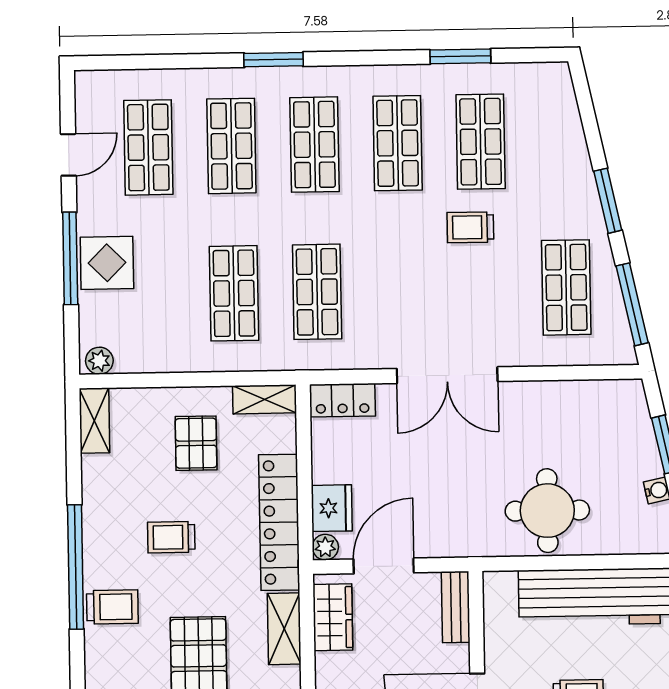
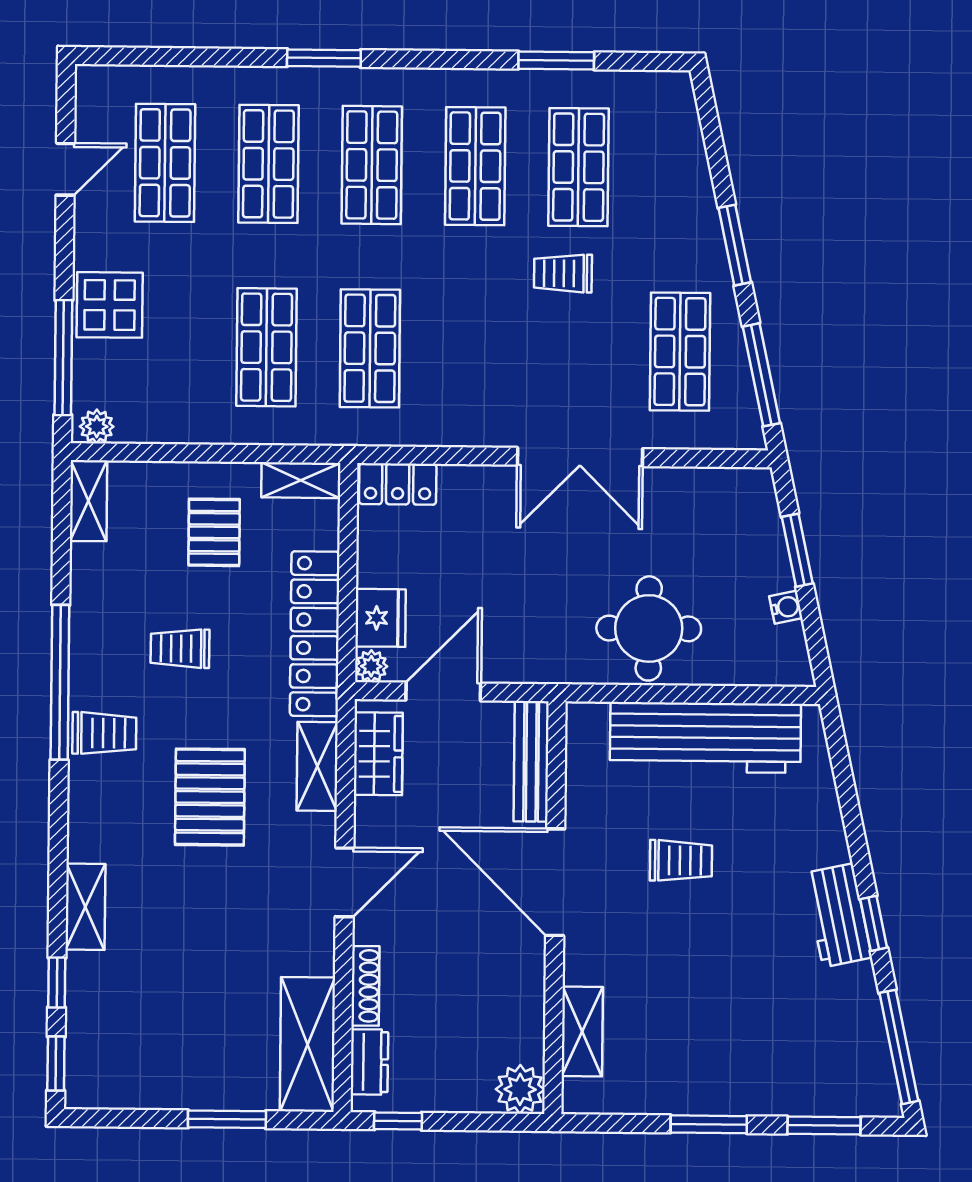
window: (70, 258) -> (63, 358), moved
double door: (447, 375) -> (580, 457), moved
bench: (456, 607) -> (531, 761), width x1.36

